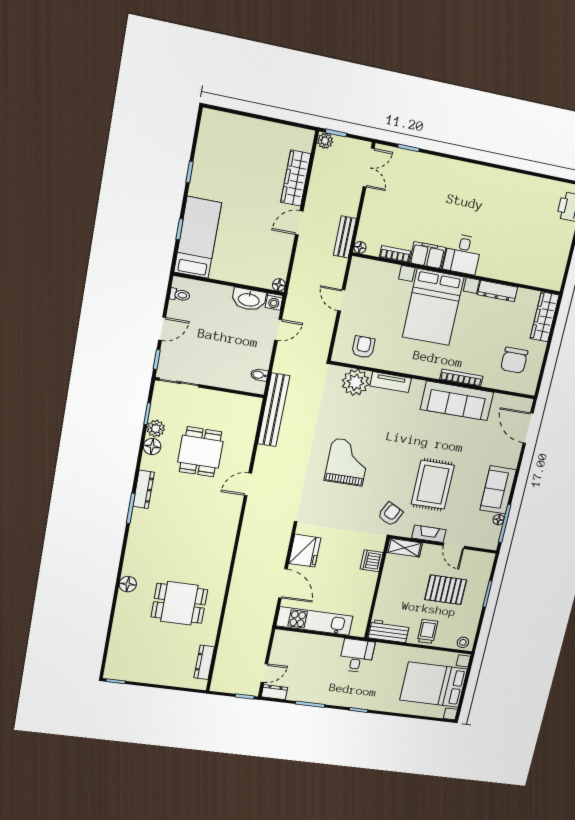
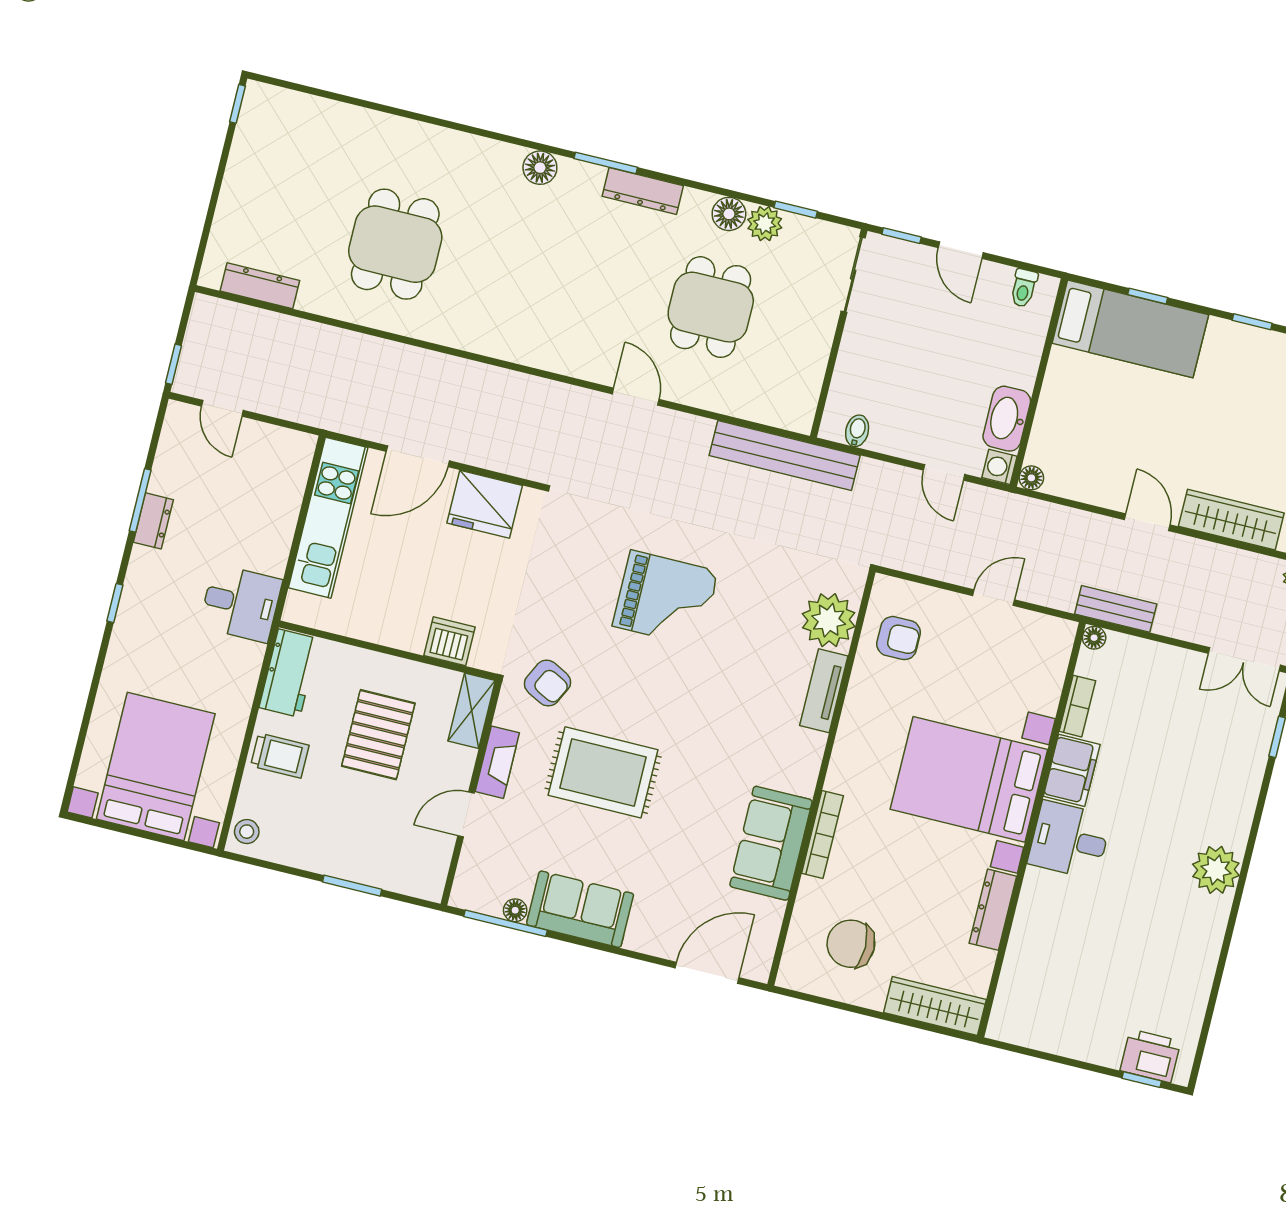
plant: (477, 177) -> (1216, 870), added
sofa: (457, 401) -> (771, 843), width x0.73
dining table: (200, 452) -> (711, 307), turned 90
floor lamp: (128, 584) -> (540, 168), moved
pallet: (446, 590) -> (378, 735), moved
dresser: (274, 692) -> (153, 521), moved

